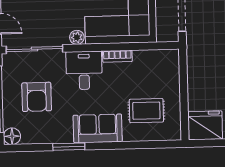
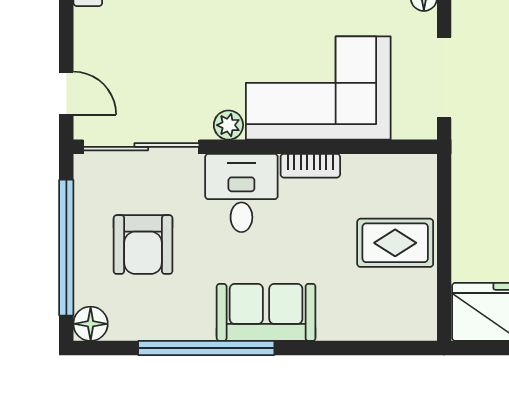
rug: (146, 111) -> (395, 243), moved
window: (69, 147) -> (206, 348), width x2.11

